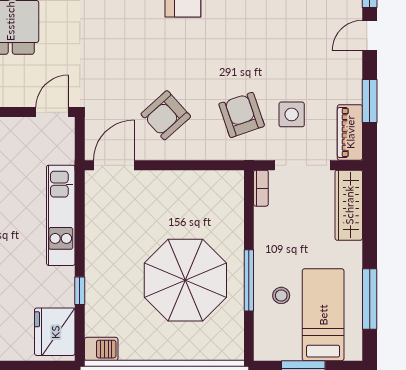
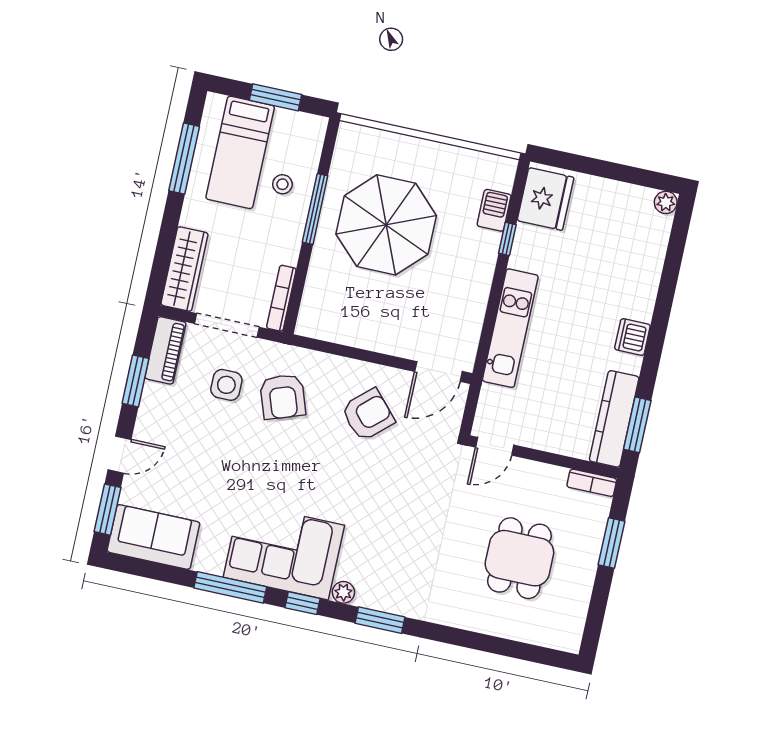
bookcase: (261, 188) -> (281, 298), width x1.56
barbecue: (101, 349) -> (494, 210), moved, turned 90

